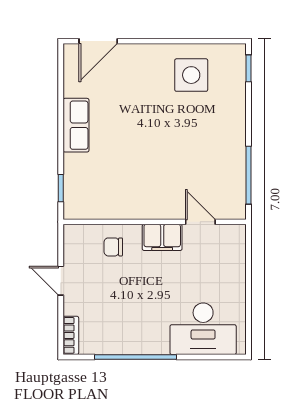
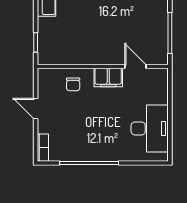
chair: (113, 247) -> (73, 84), turned -90
desk: (203, 329) -> (150, 128), moved, turned -90

